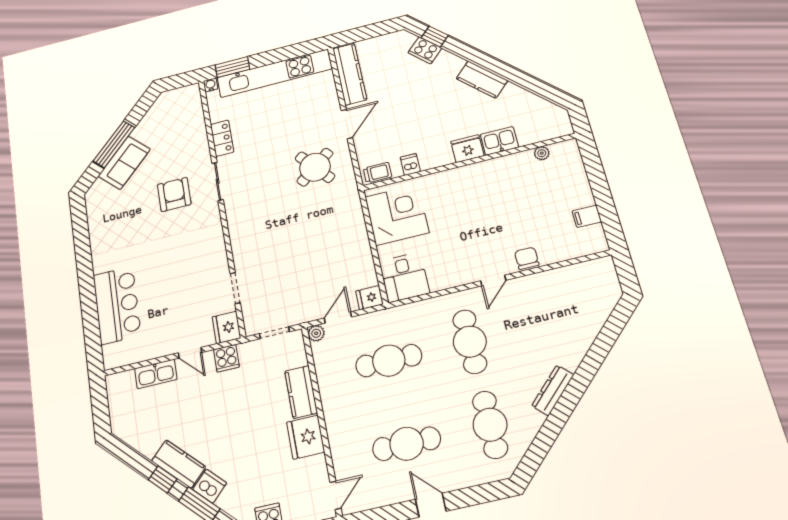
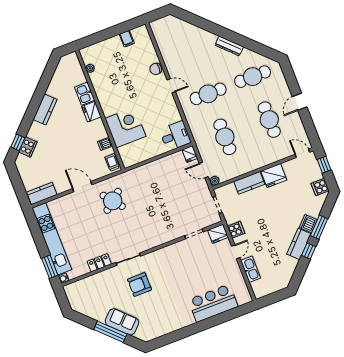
kitchen counter: (350, 74) -> (42, 193), width x0.67
corner desk: (397, 215) -> (125, 127), moved, turned 90

